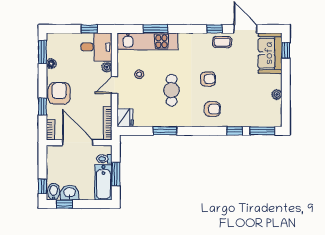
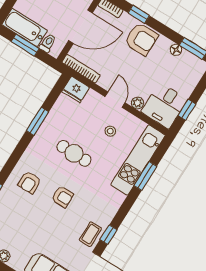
armchair: (208, 79) -> (62, 197), turned -90

